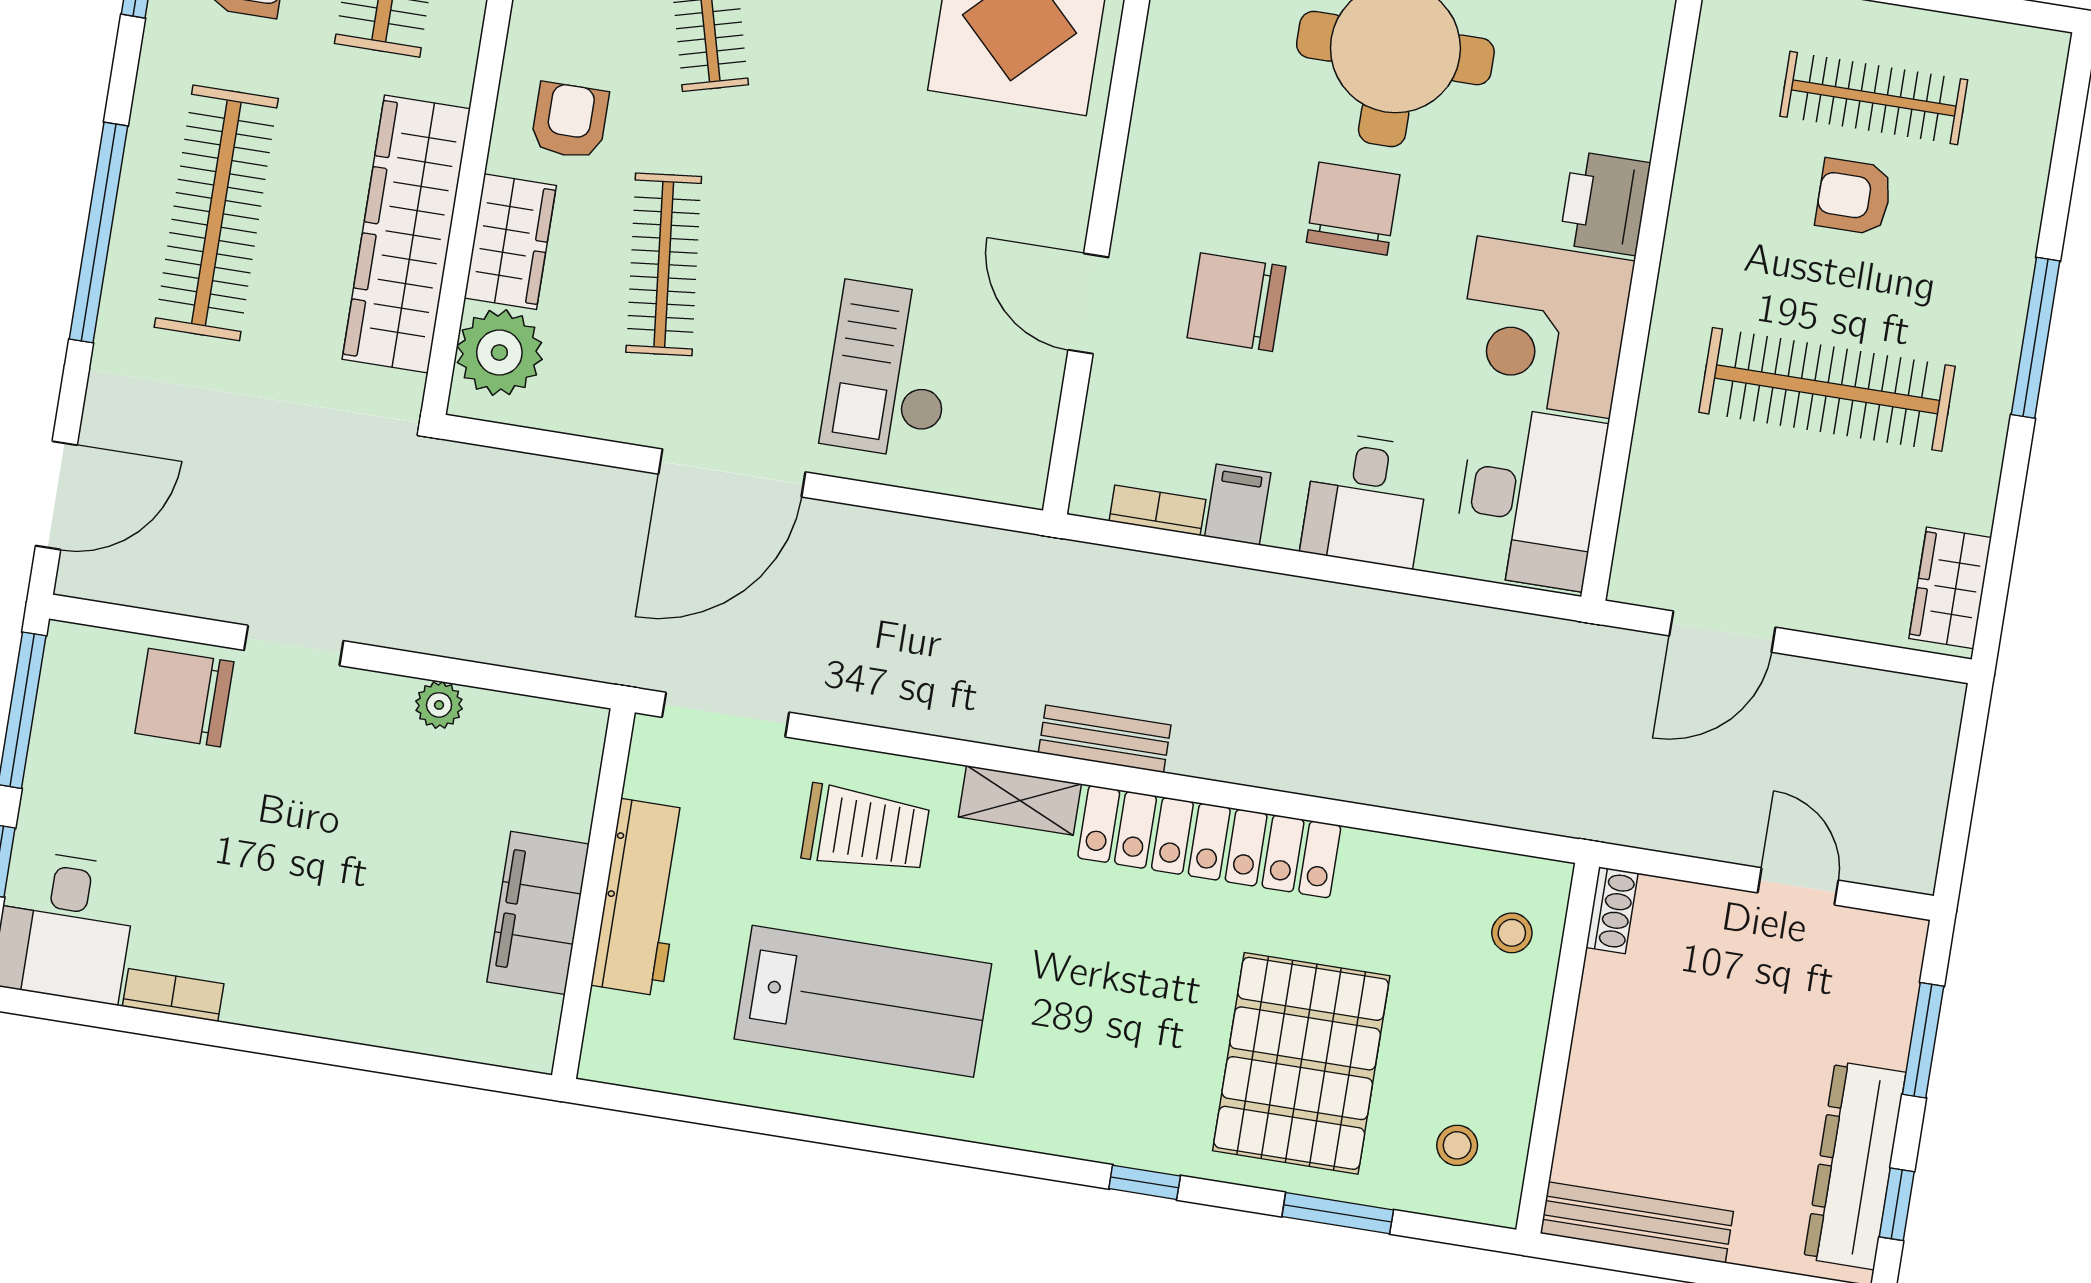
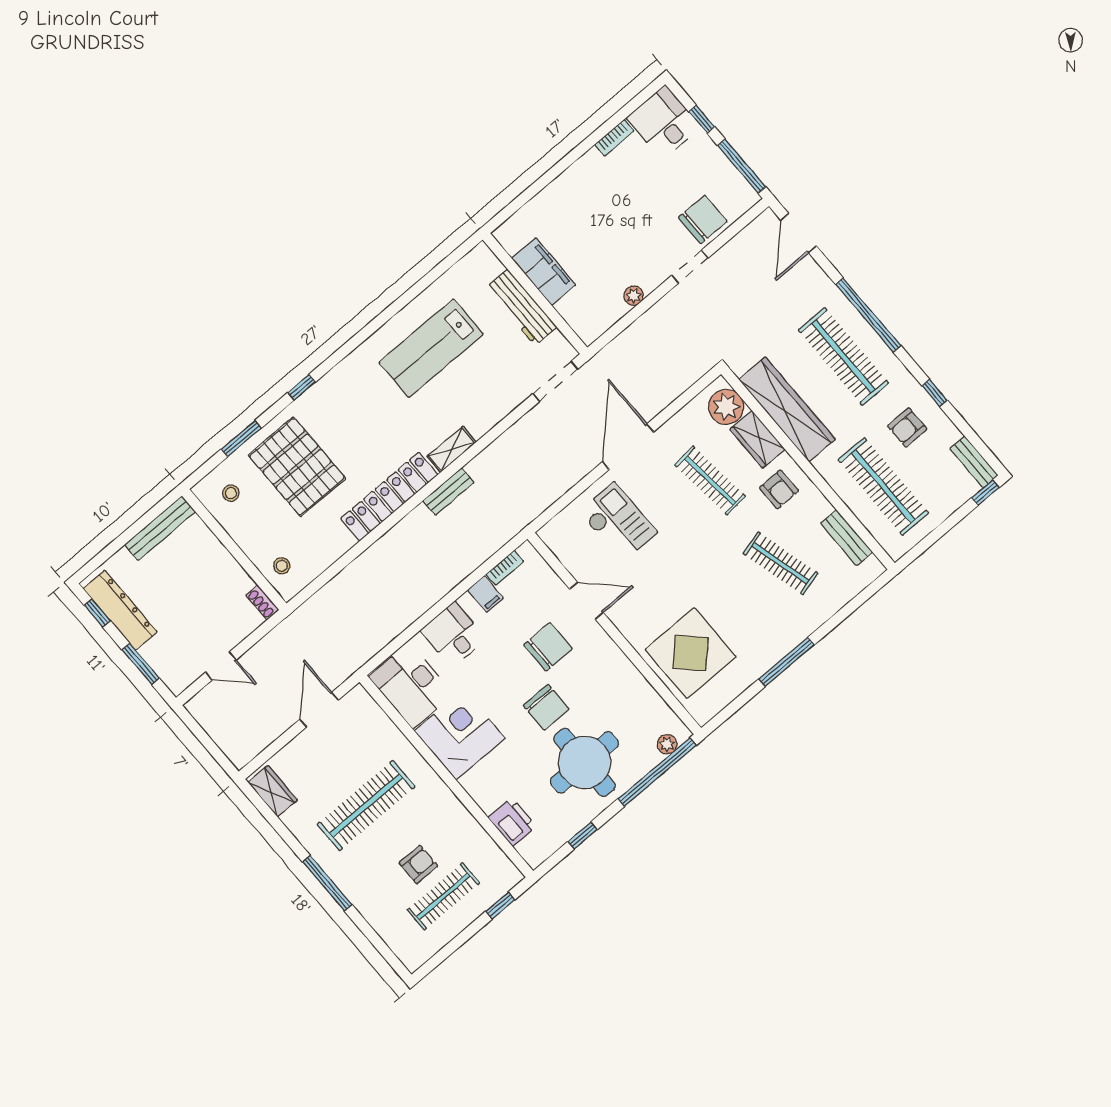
printer: (1605, 203) -> (512, 822), moved
trolley: (866, 829) -> (483, 394), removed

